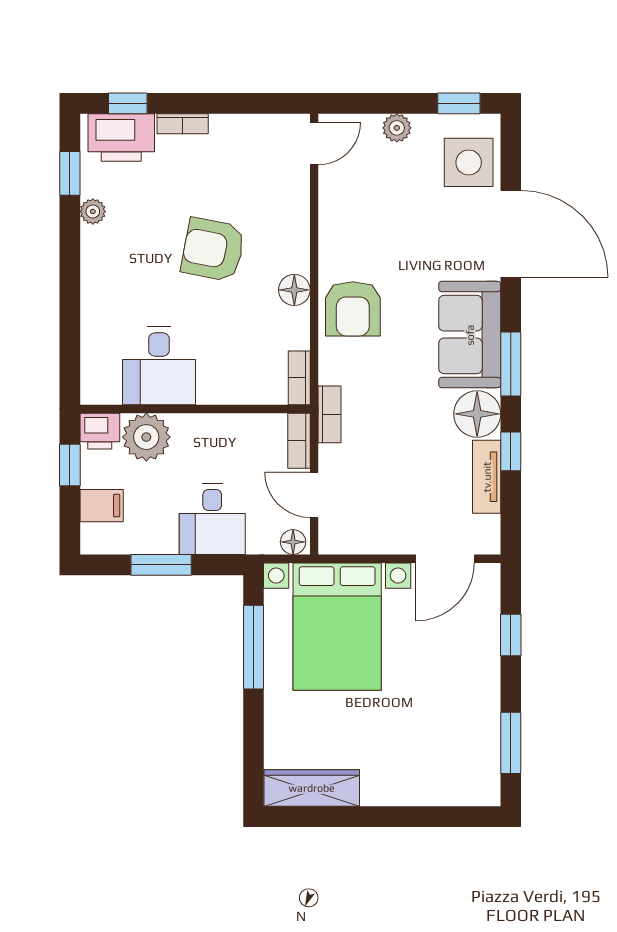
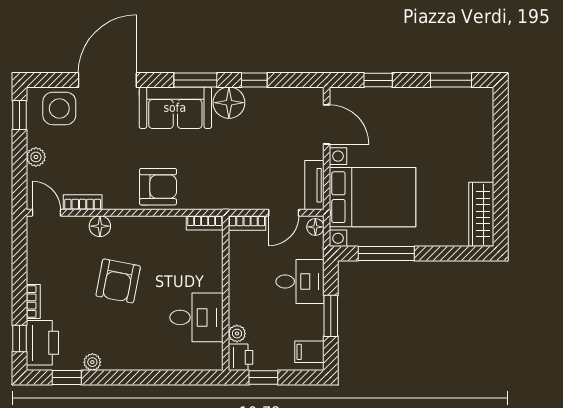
floor lamp: (294, 290) -> (100, 226), moved
bookcase: (330, 414) -> (83, 202), moved
plant: (146, 437) -> (237, 334), width x0.53, depth x0.53
tv unit: (487, 477) -> (314, 185), moved, turned 90
filing cabinet: (102, 506) -> (309, 352), moved, turned -90

